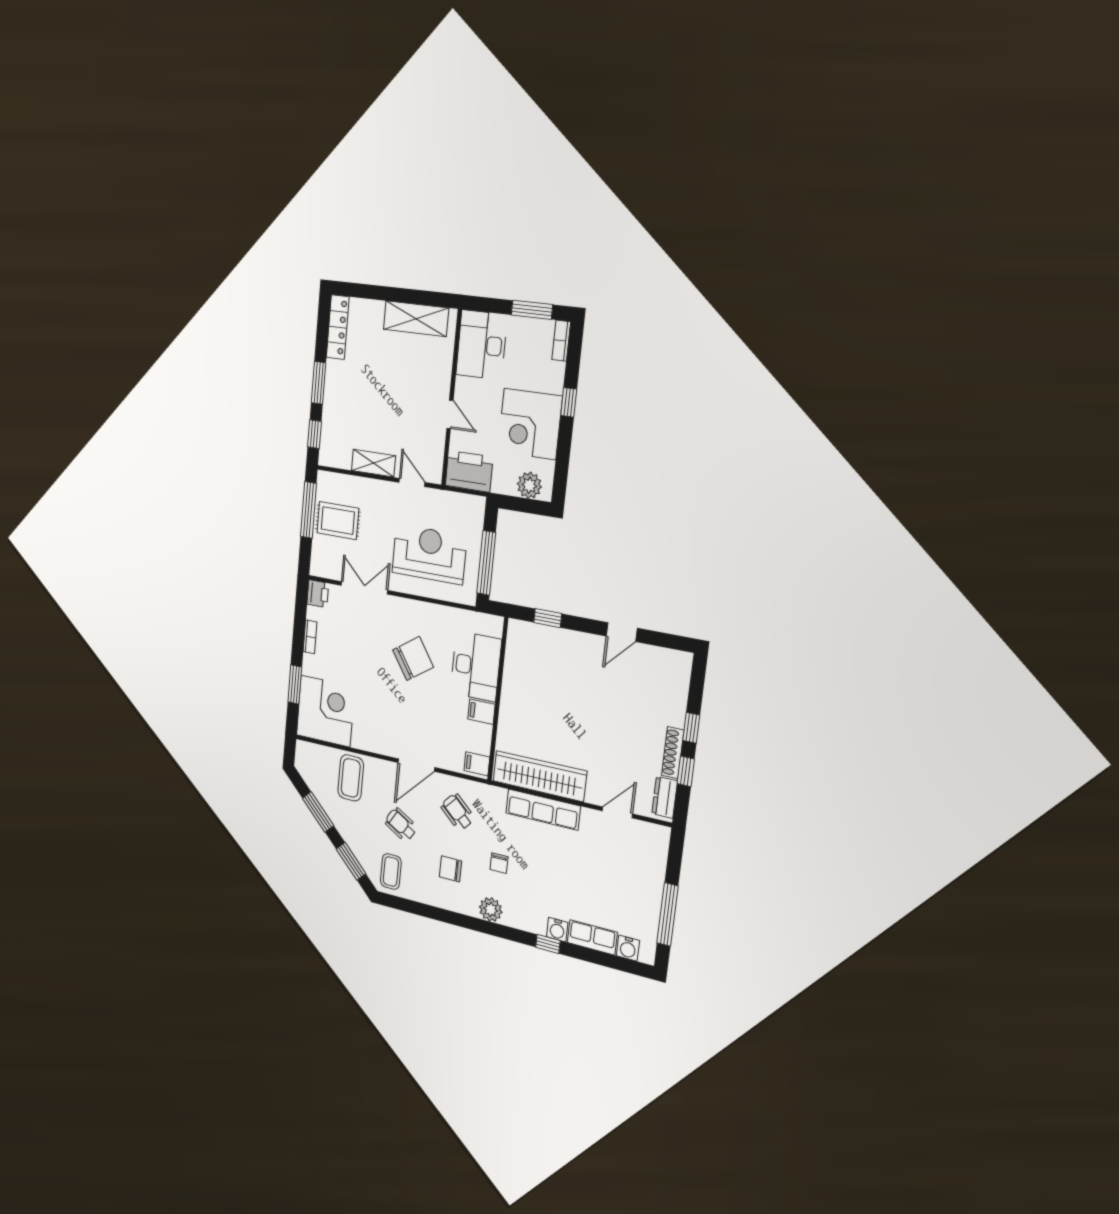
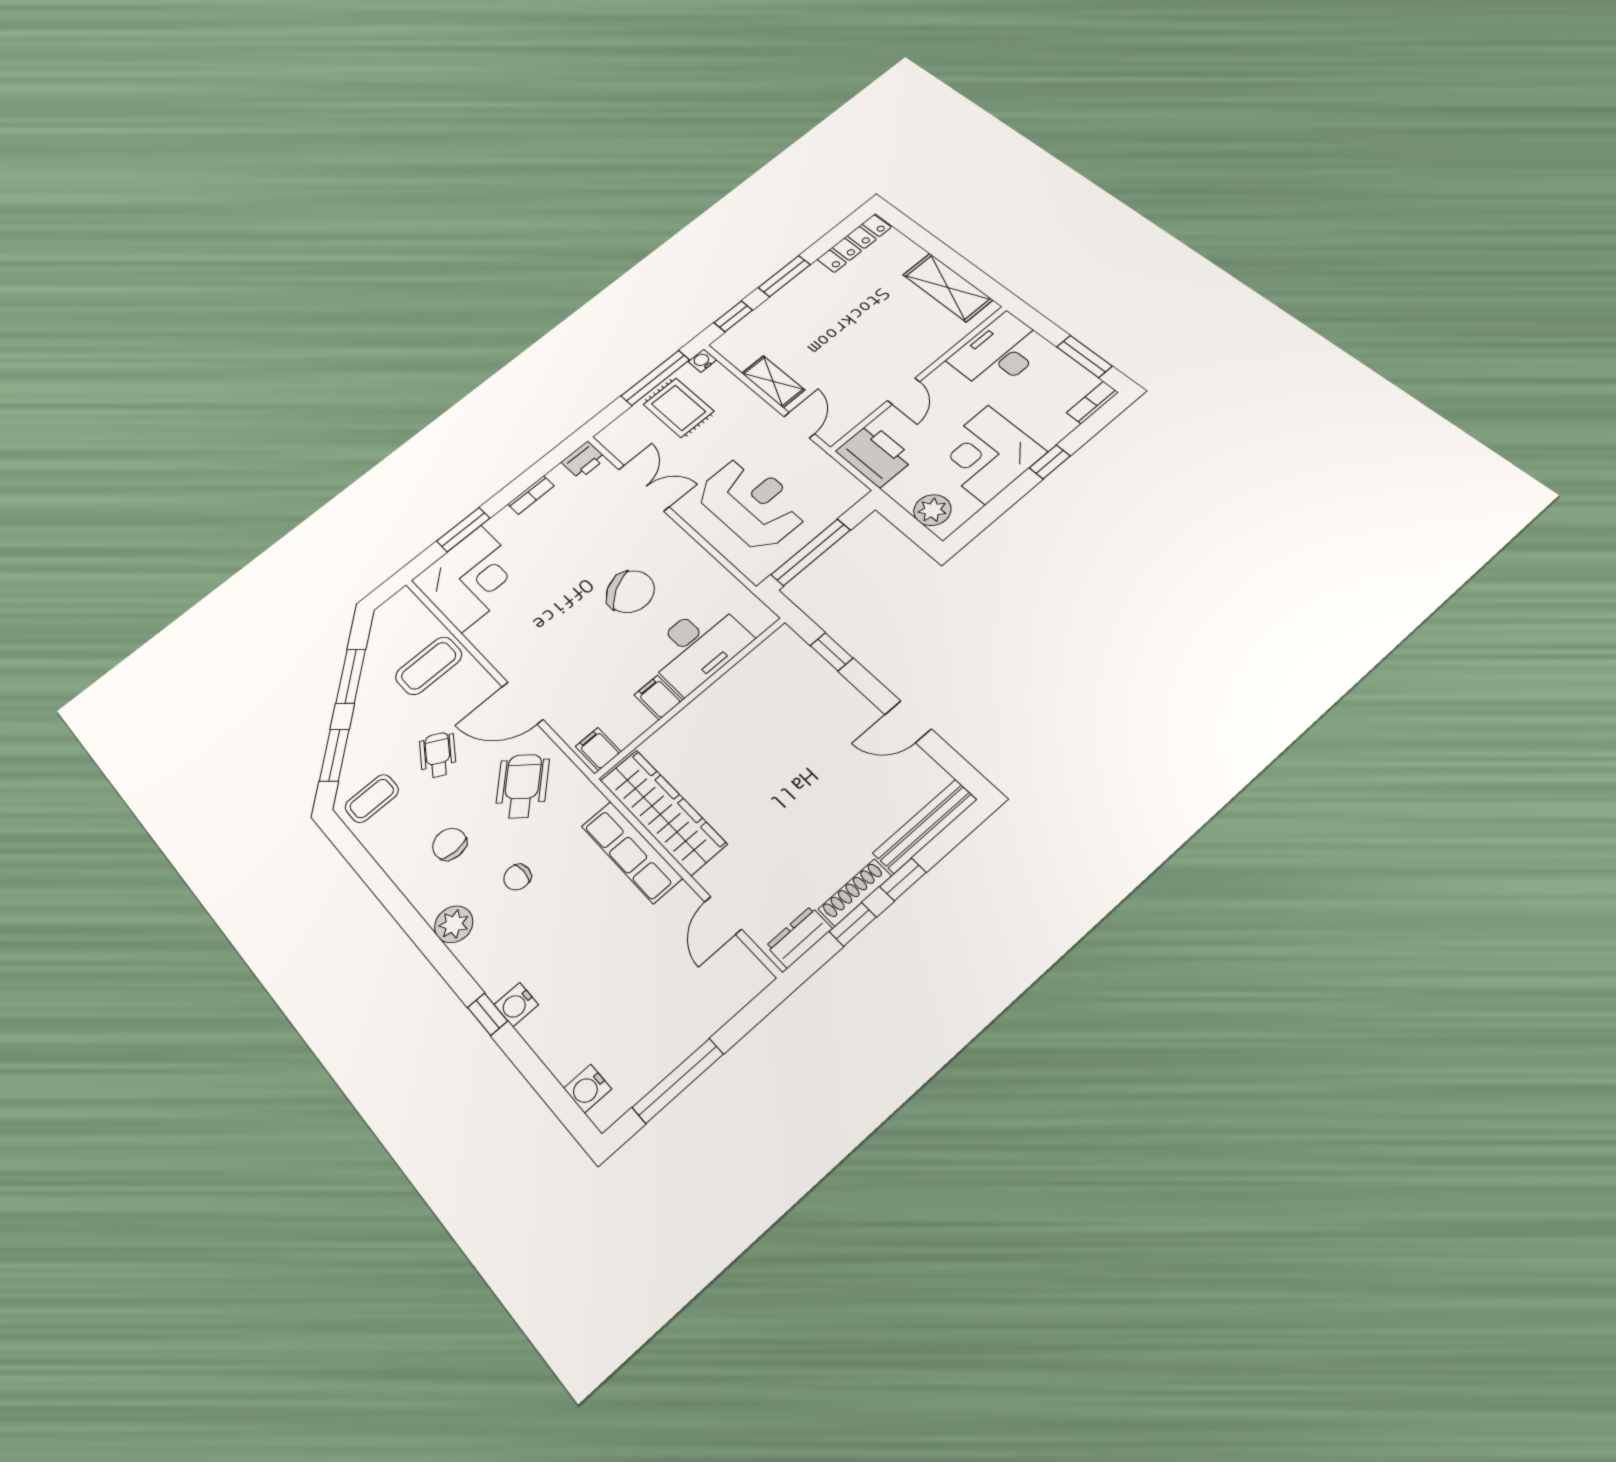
water cooler: (324, 478) -> (702, 361), added
bench: (679, 689) -> (925, 826), added
wheelchair: (458, 812) -> (522, 786), width x1.36, depth x1.37
door: (617, 812) -> (723, 916), swing flipped
row of seats: (592, 937) -> (553, 1044), removed

